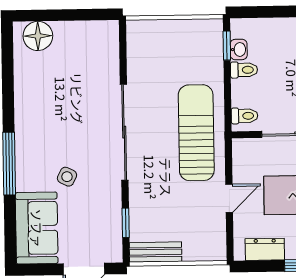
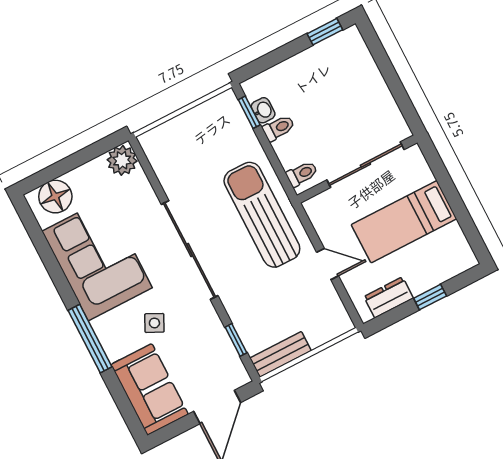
plant: (106, 34) -> (122, 160), added
corner sofa: (46, 103) -> (97, 259), added
door: (229, 198) -> (328, 264), hinge flipped

